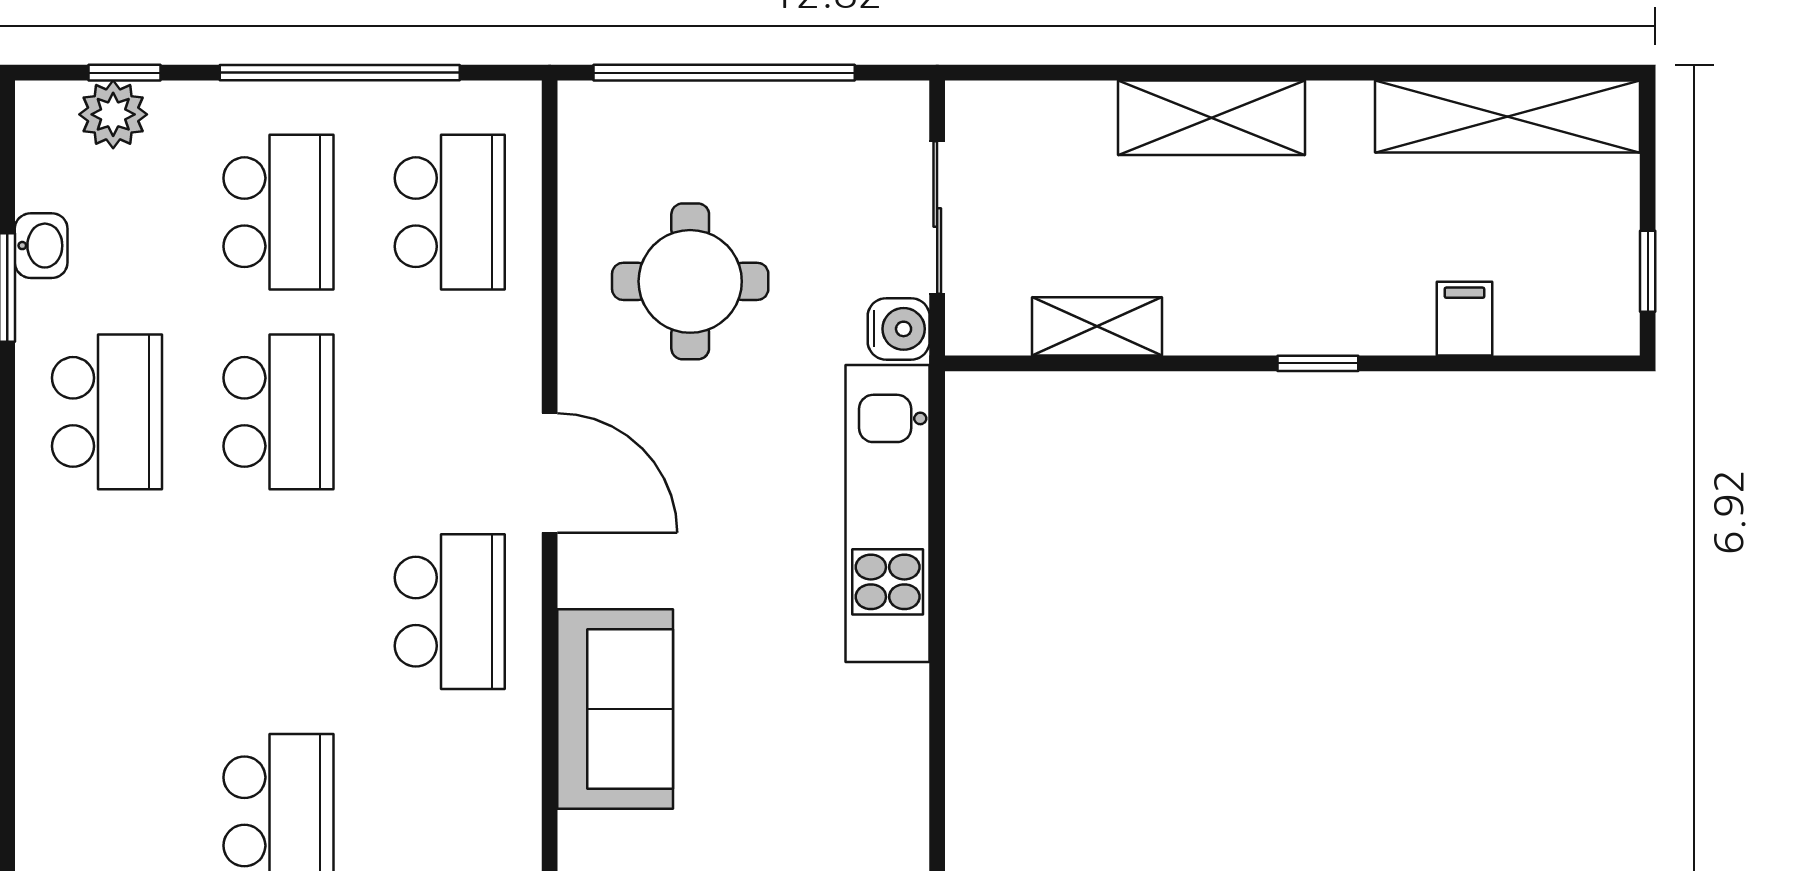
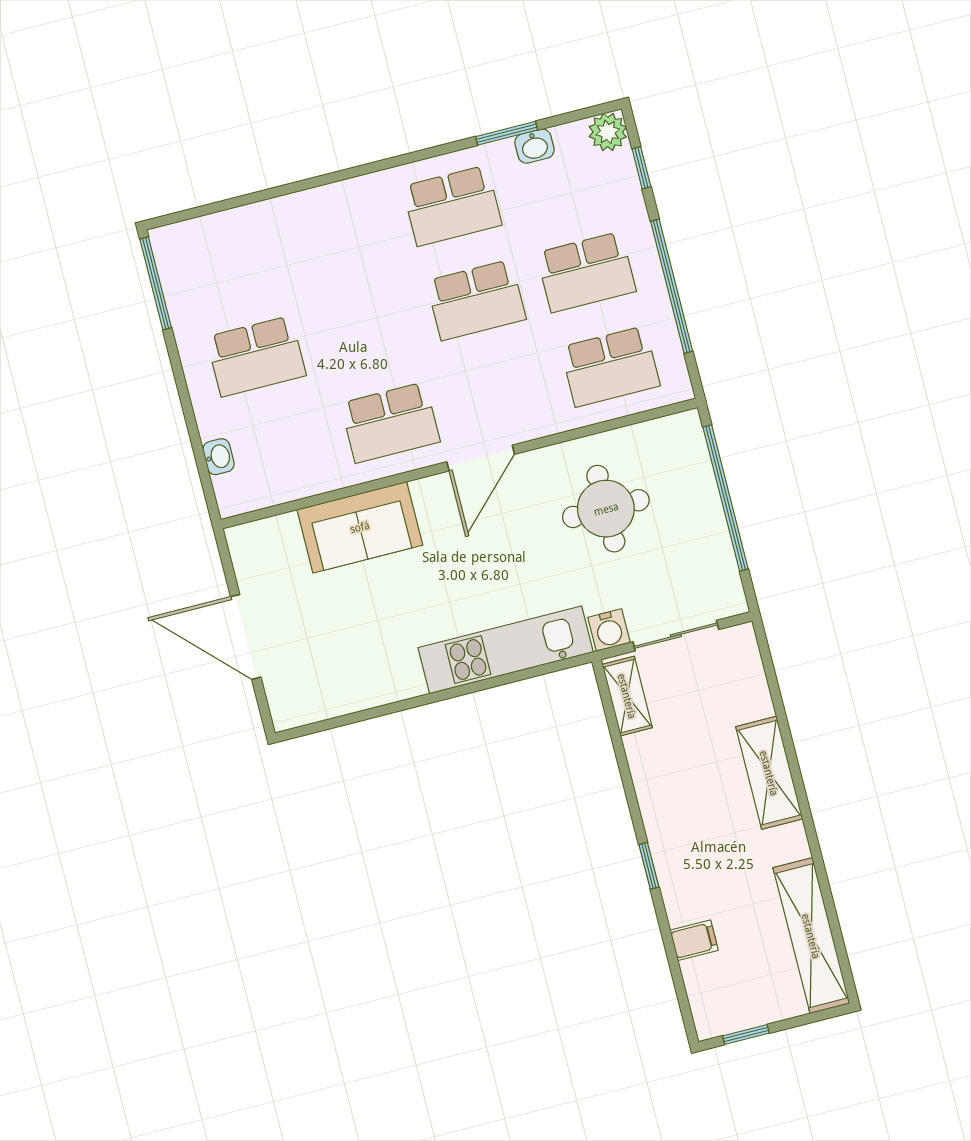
plant: (113, 114) -> (608, 132), moved
shelving: (1097, 326) -> (627, 696), moved

